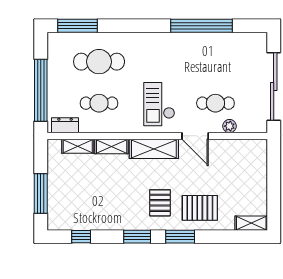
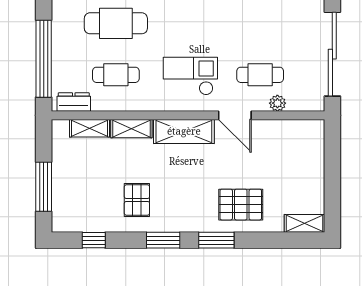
checkout: (159, 104) -> (190, 76), turned 90
pallet: (160, 203) -> (137, 200), moved

